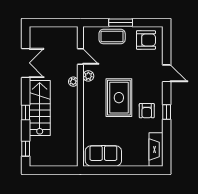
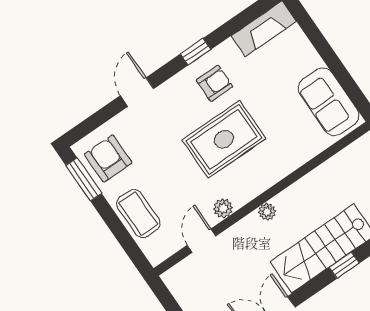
window: (121, 23) -> (84, 179), moved
plant: (73, 82) -> (267, 212), moved

